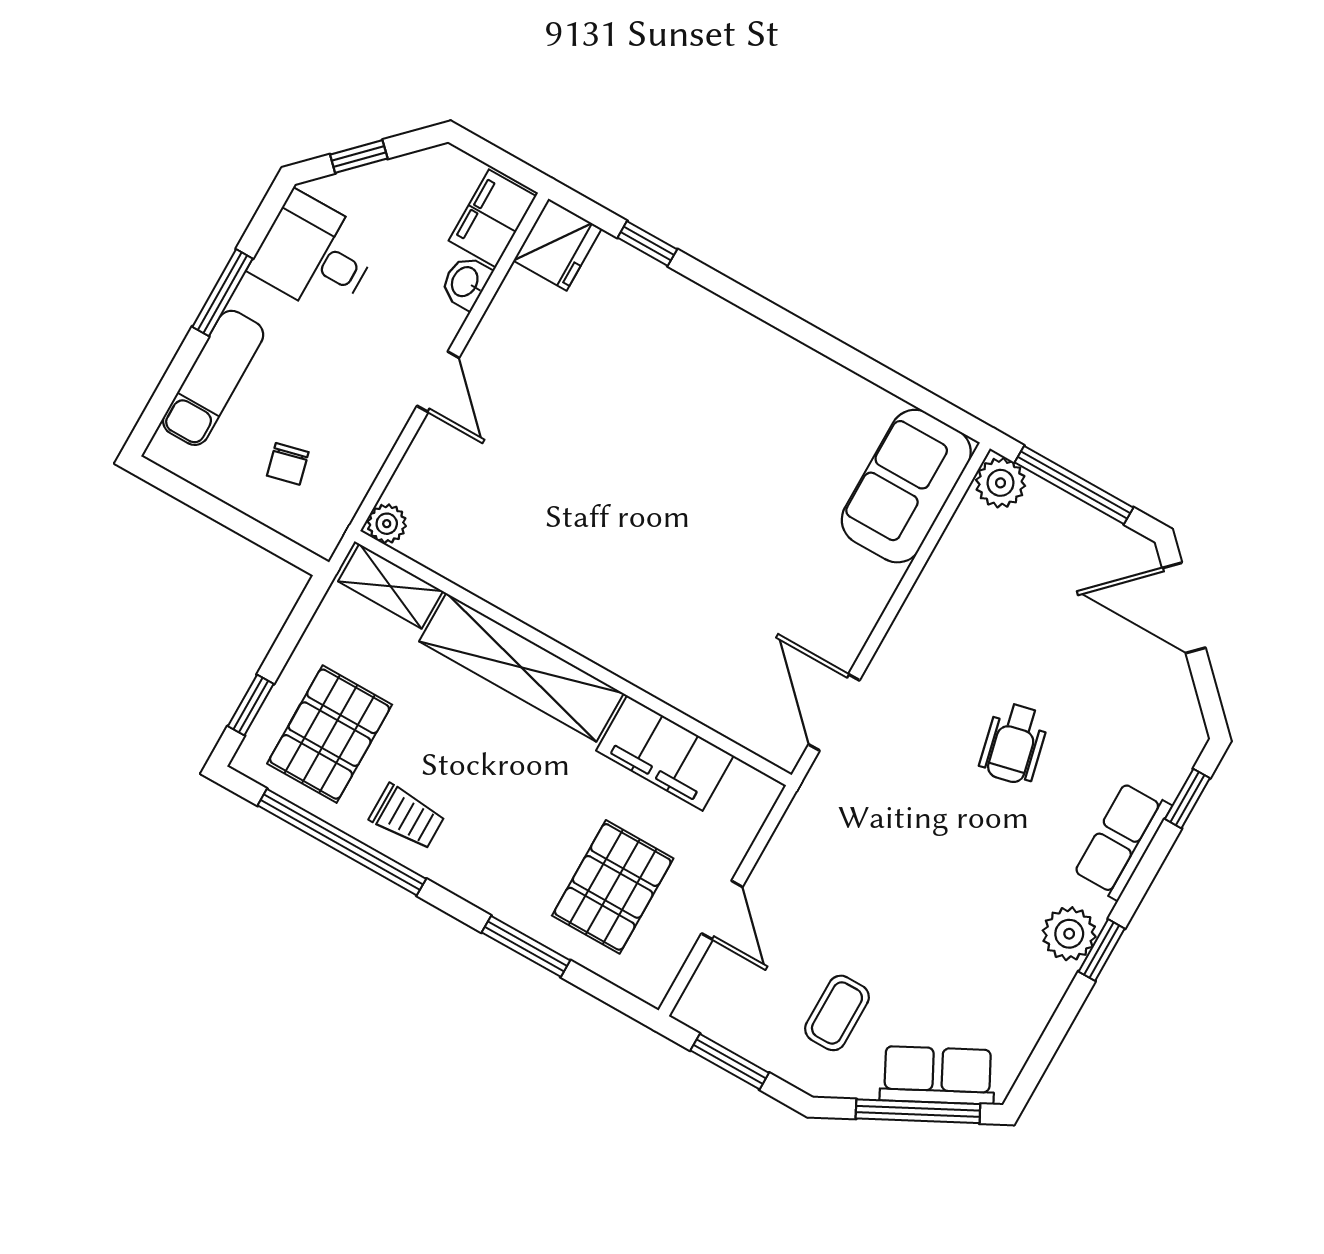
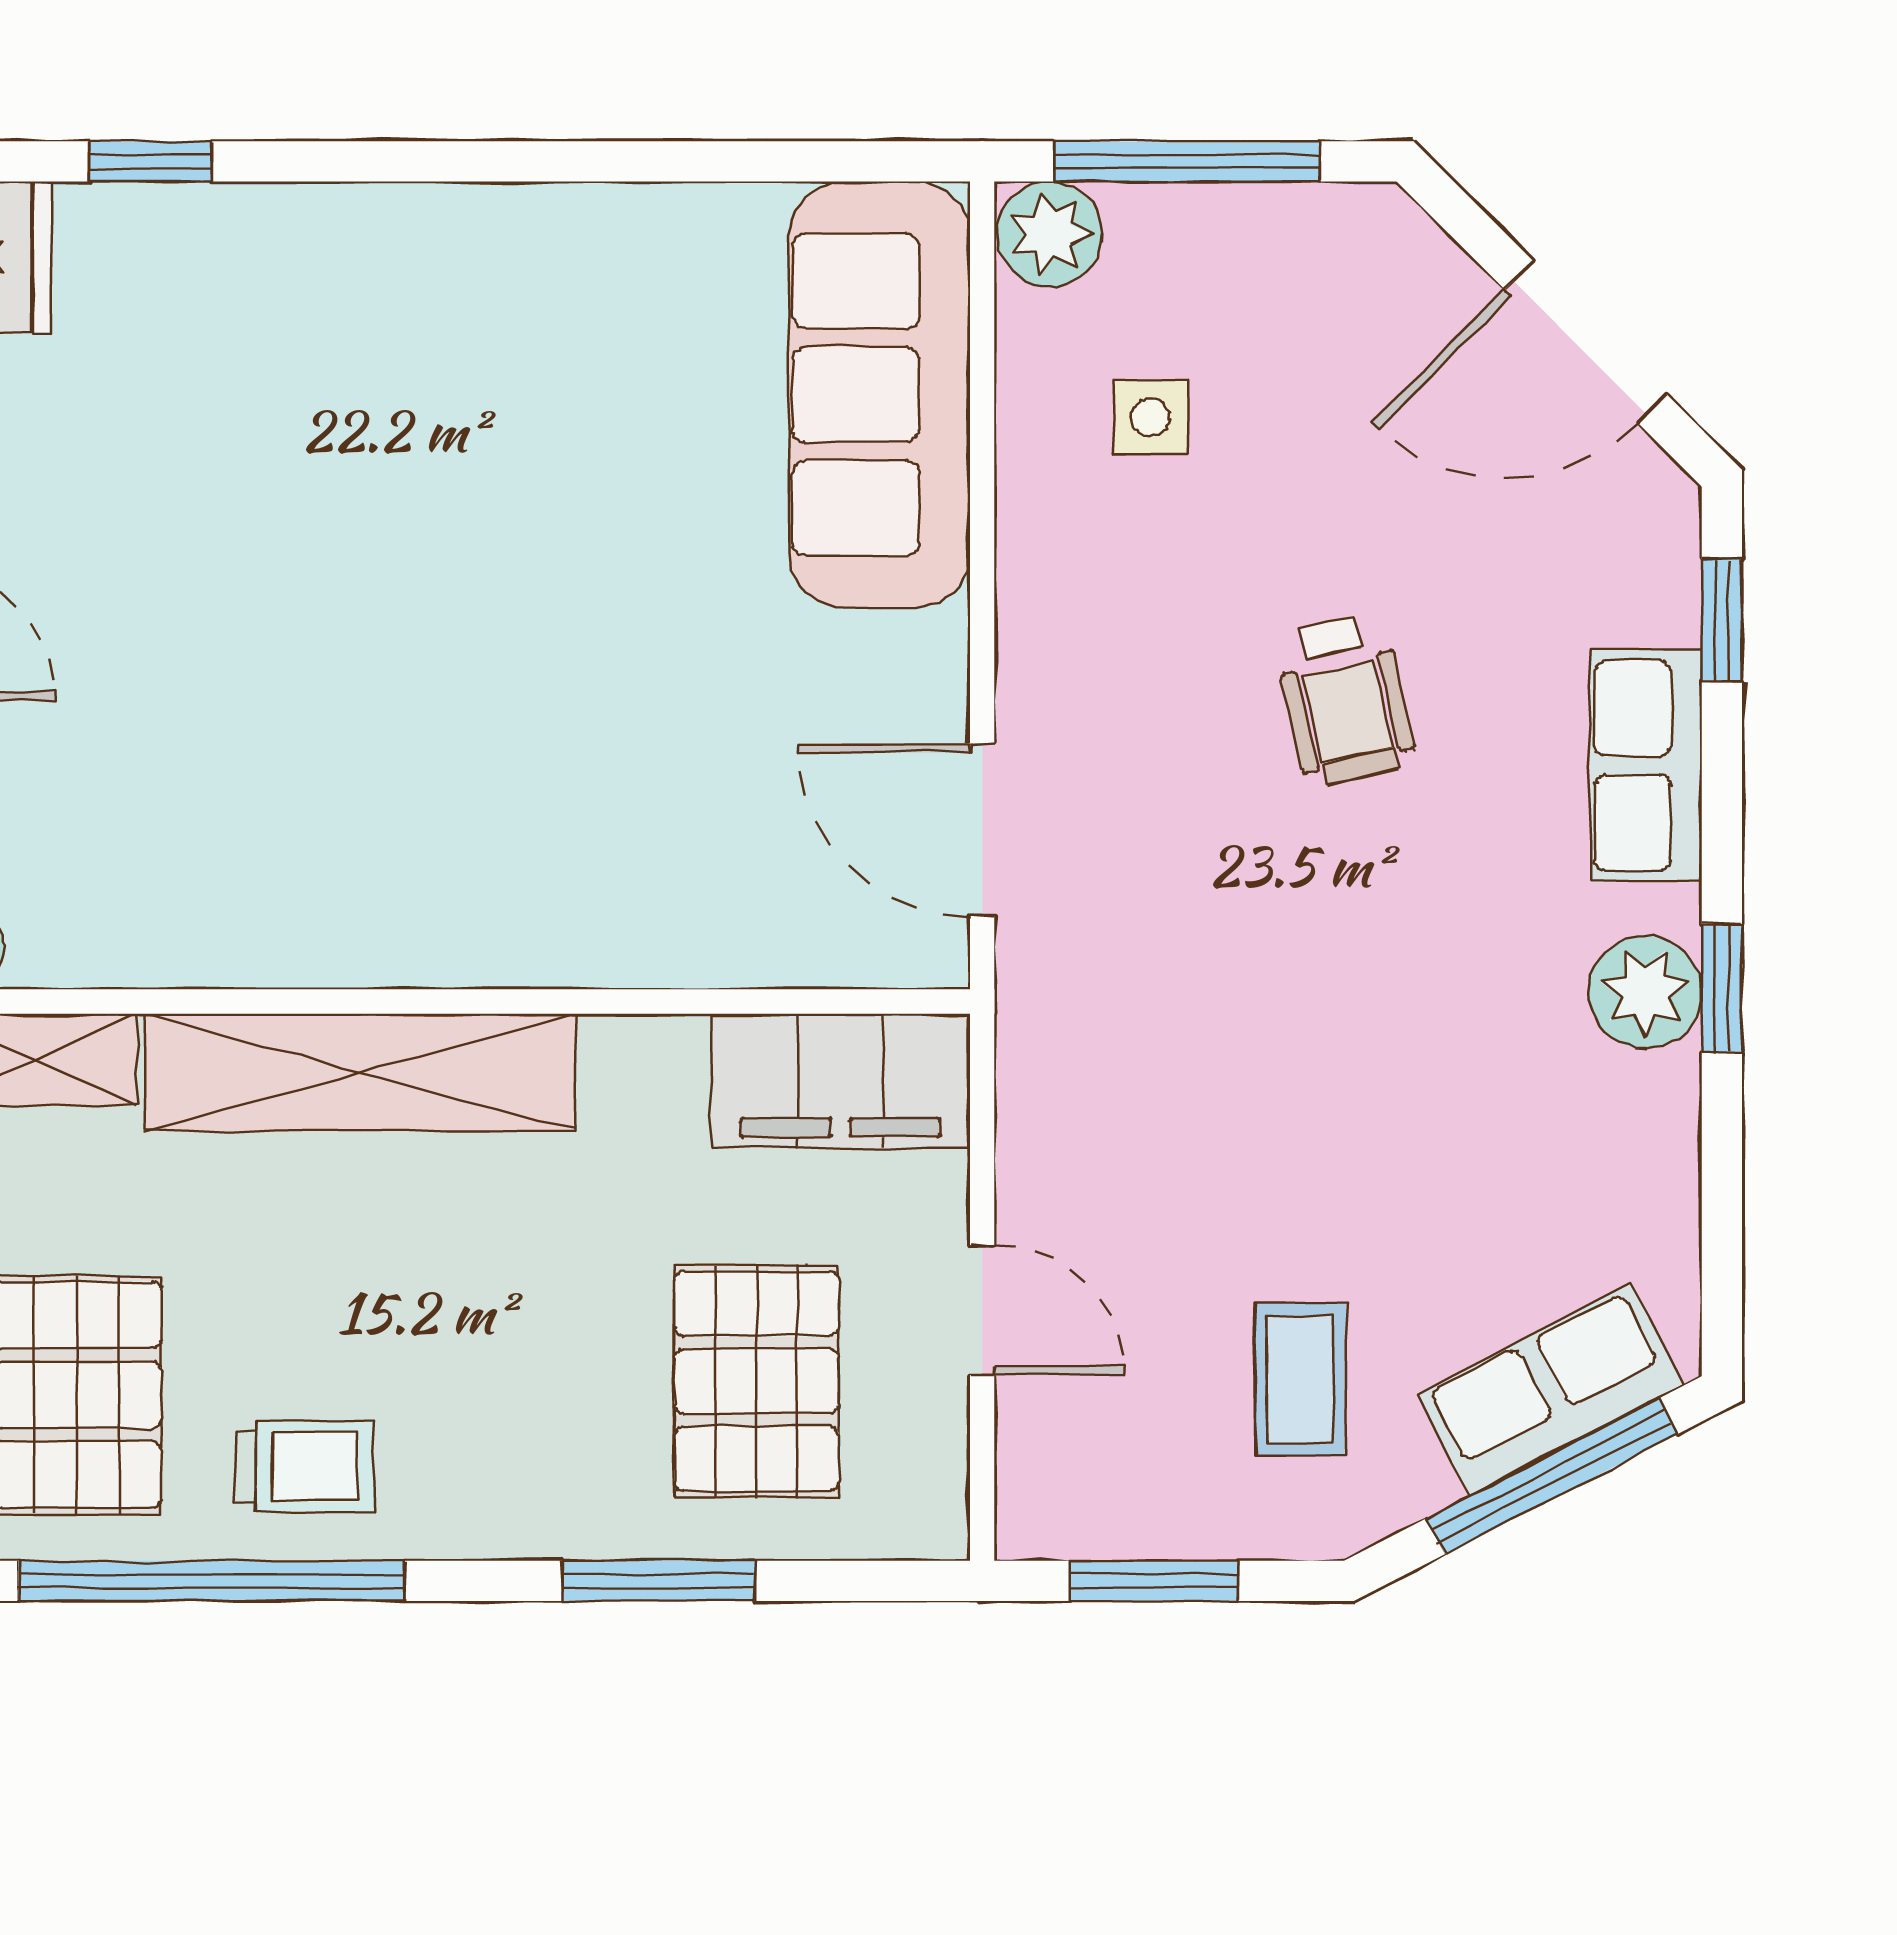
sofa: (906, 486) -> (879, 395), width x1.36
side table: (999, 582) -> (1150, 417), added
door: (1184, 608) -> (1586, 342), moved
filing cabinet: (665, 753) -> (841, 1081), moved

